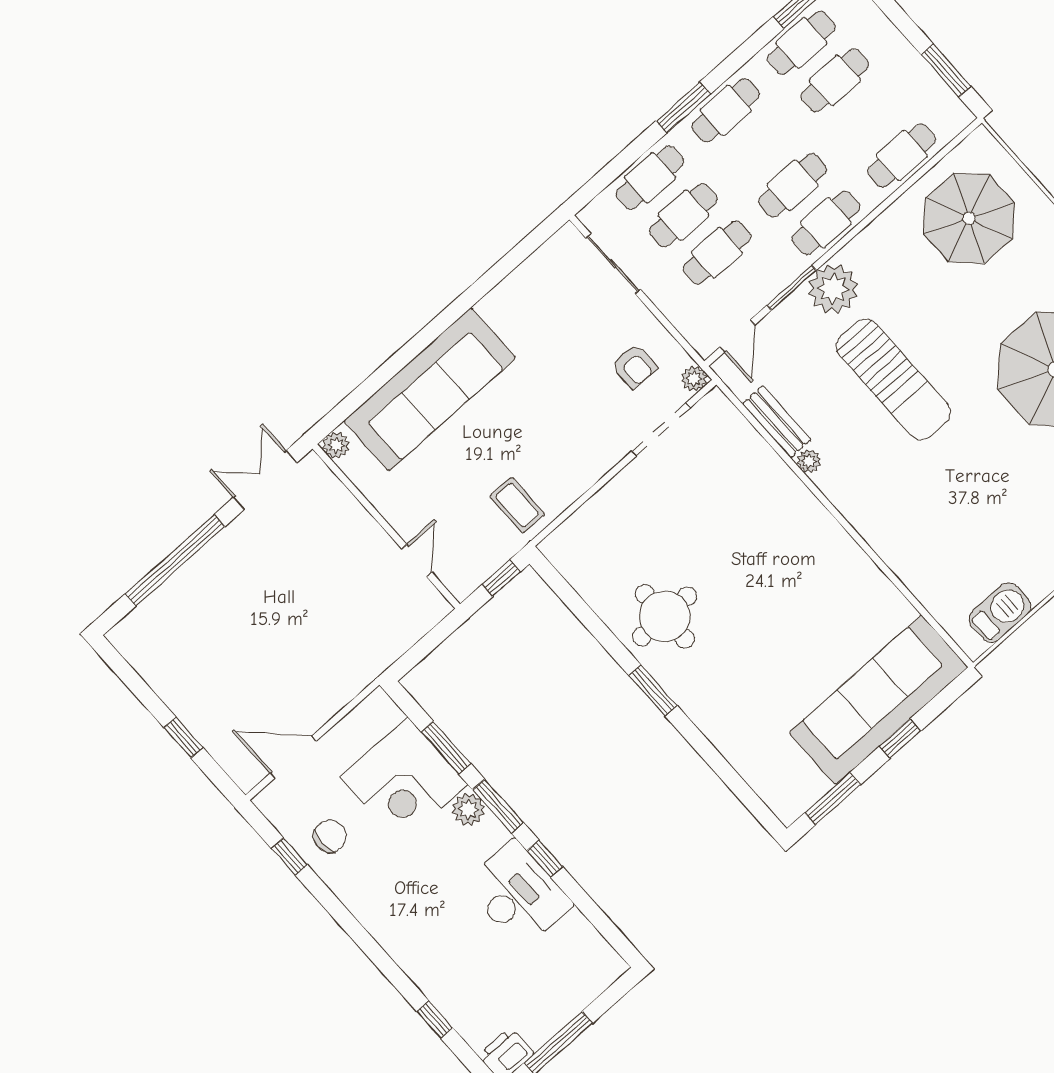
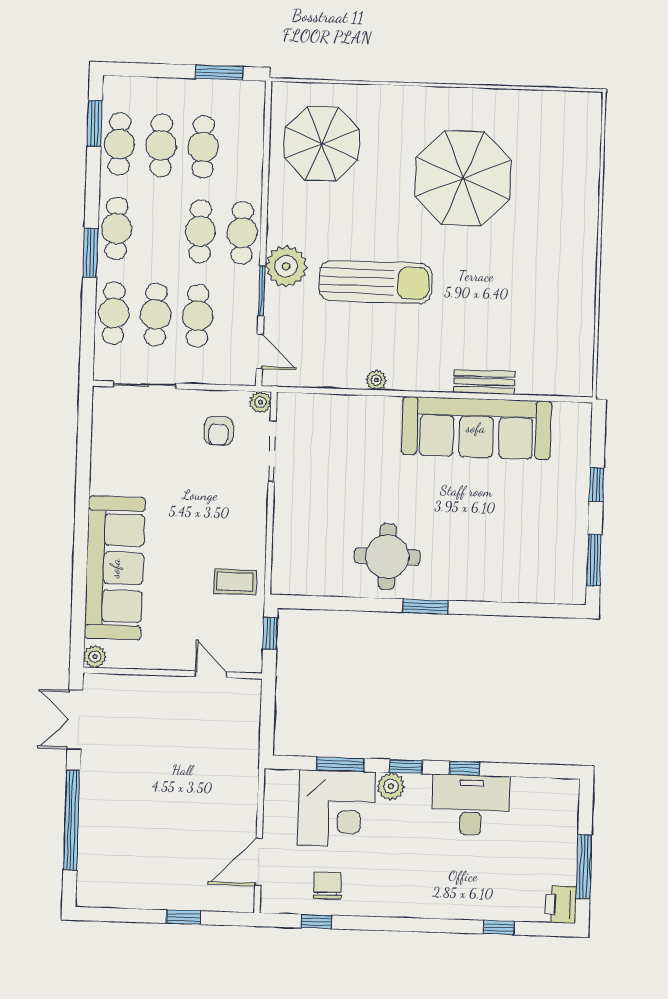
cafe table: (902, 155) -> (203, 147), moved
armchair: (634, 366) -> (219, 431), turned 90
bench: (777, 422) -> (484, 382), moved
barbecue: (1000, 613) -> (578, 352), removed
sofa: (879, 700) -> (476, 428), moved, turned -90
window: (498, 806) -> (406, 766), width x0.67

